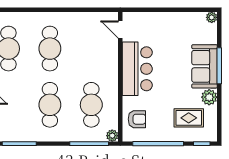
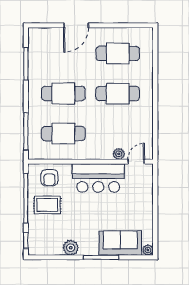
sofa: (205, 66) -> (120, 243), moved
rug: (189, 118) -> (47, 205), moved, turned 90
plant: (112, 136) -> (119, 154), moved

